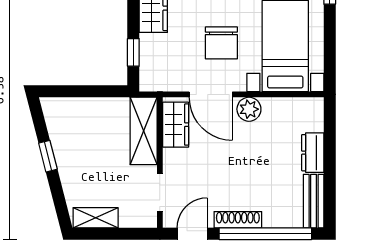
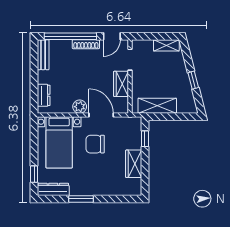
chair: (221, 43) -> (95, 144), turned -90
wardrobe: (176, 125) -> (121, 84), moved
shelving: (144, 131) -> (157, 106), moved, turned 90
dresser: (313, 153) -> (44, 95), moved

